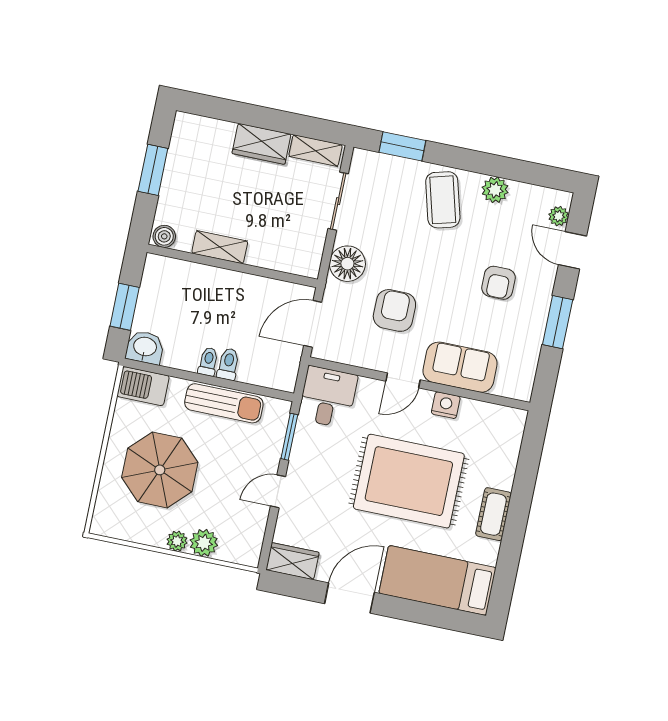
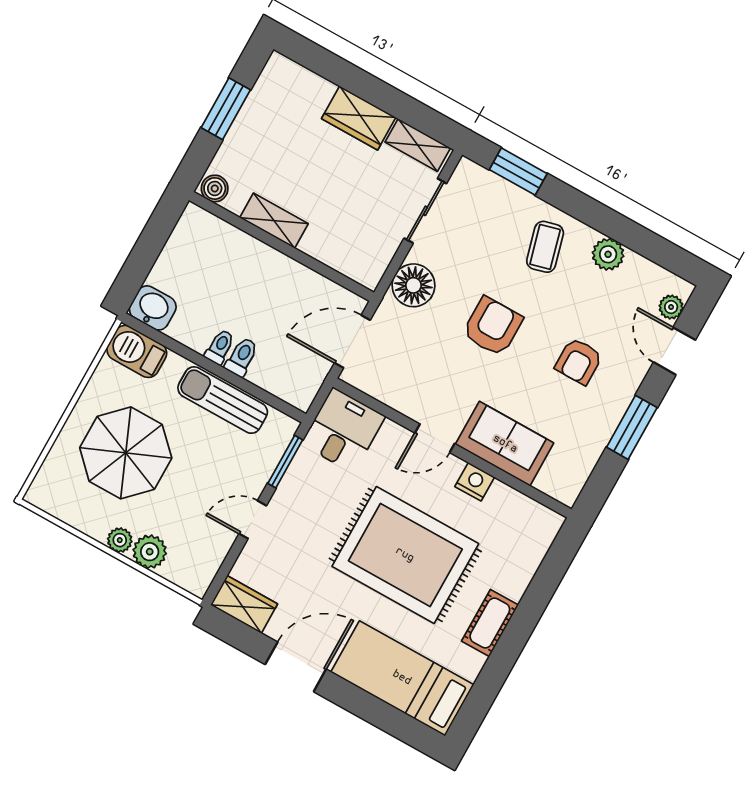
coffee table: (443, 200) -> (545, 247), width x0.73, depth x0.77
window: (125, 307) -> (144, 254), removed
armchair: (394, 310) -> (493, 326), moved
sun lounger: (224, 403) -> (223, 400), turned 180

